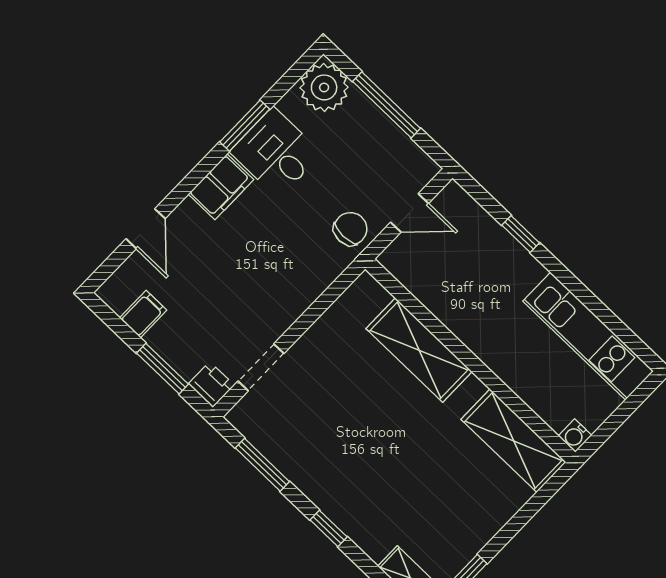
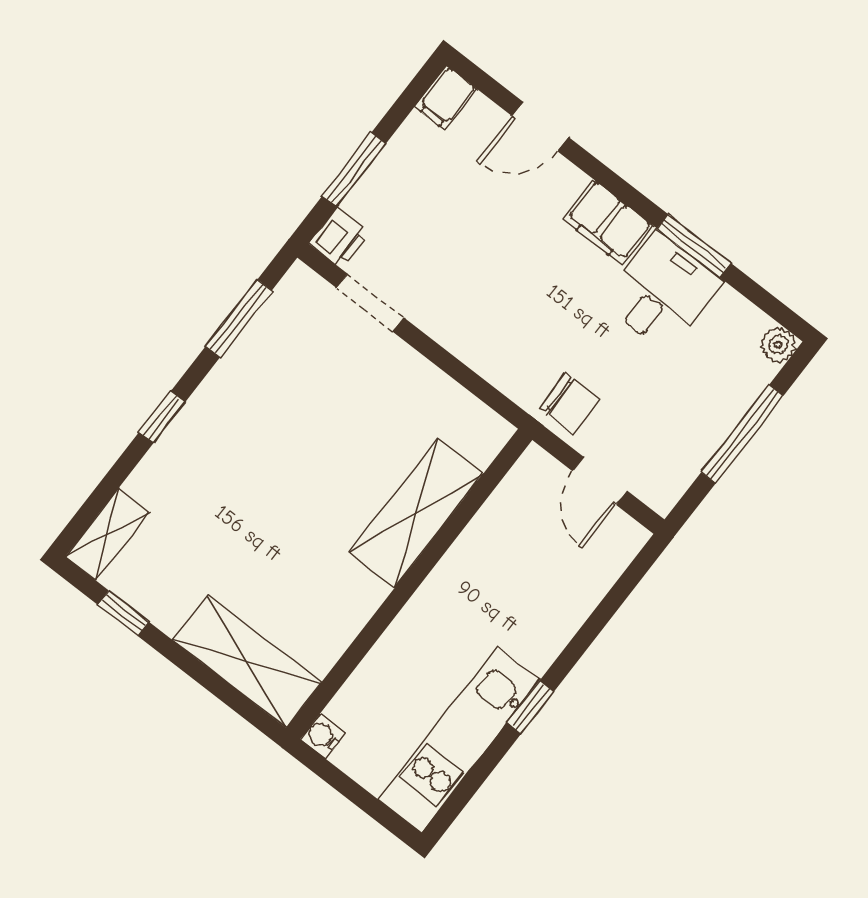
plant: (324, 87) -> (778, 345), width x0.53, depth x0.53
window: (521, 234) -> (530, 707), moved
filing cabinet: (143, 314) -> (446, 98), moved, turned 90
shelving: (514, 441) -> (247, 662), moved, turned 90

